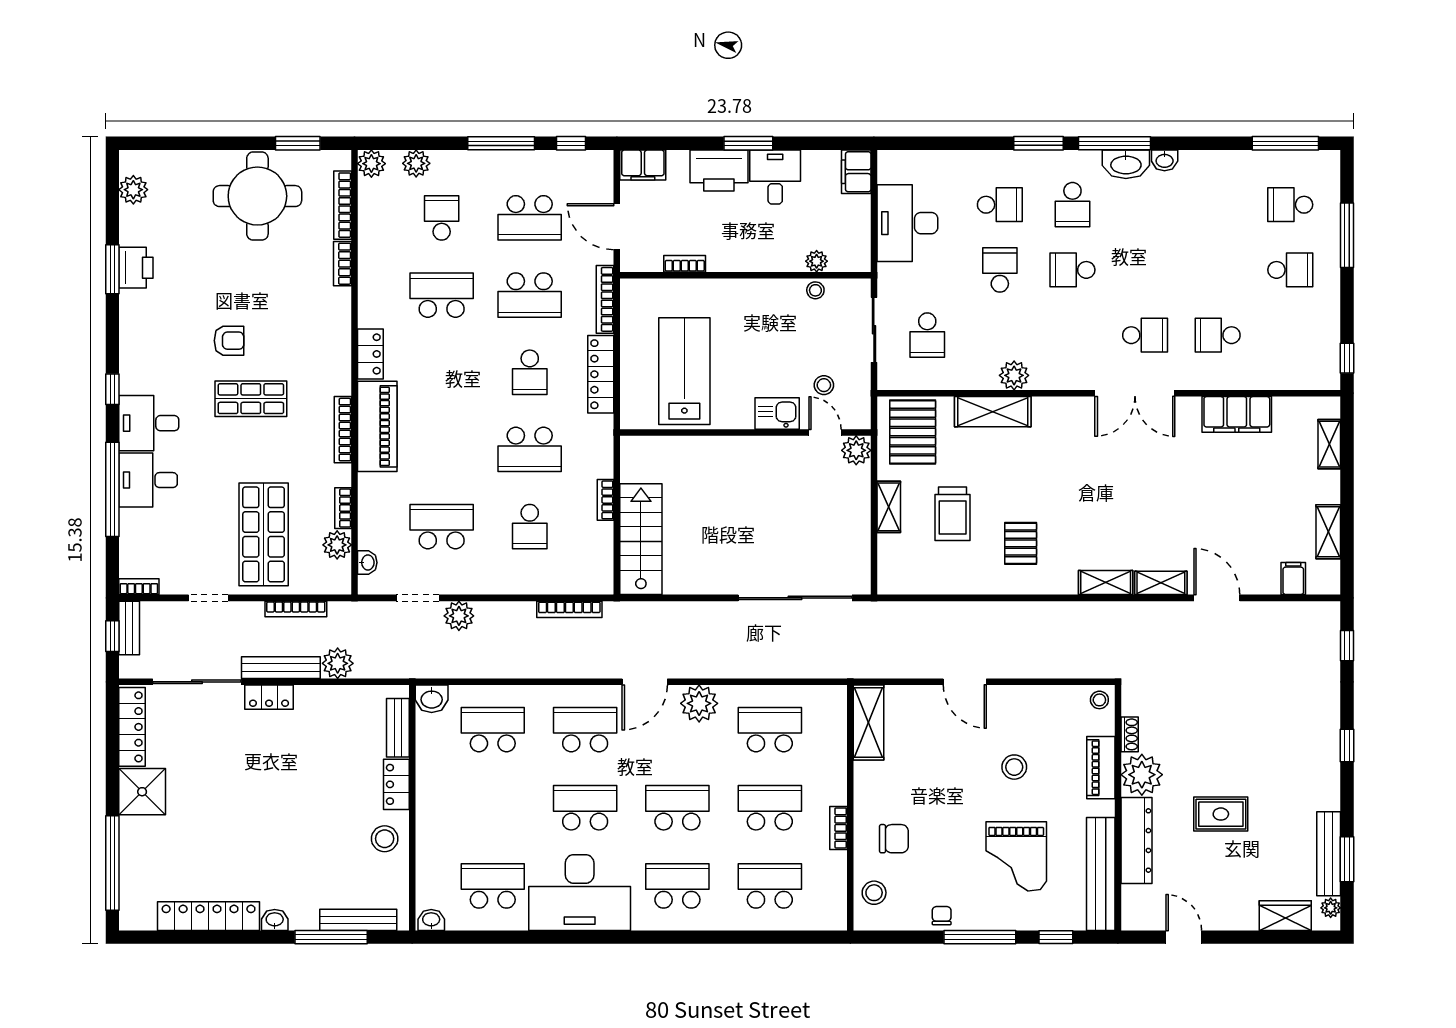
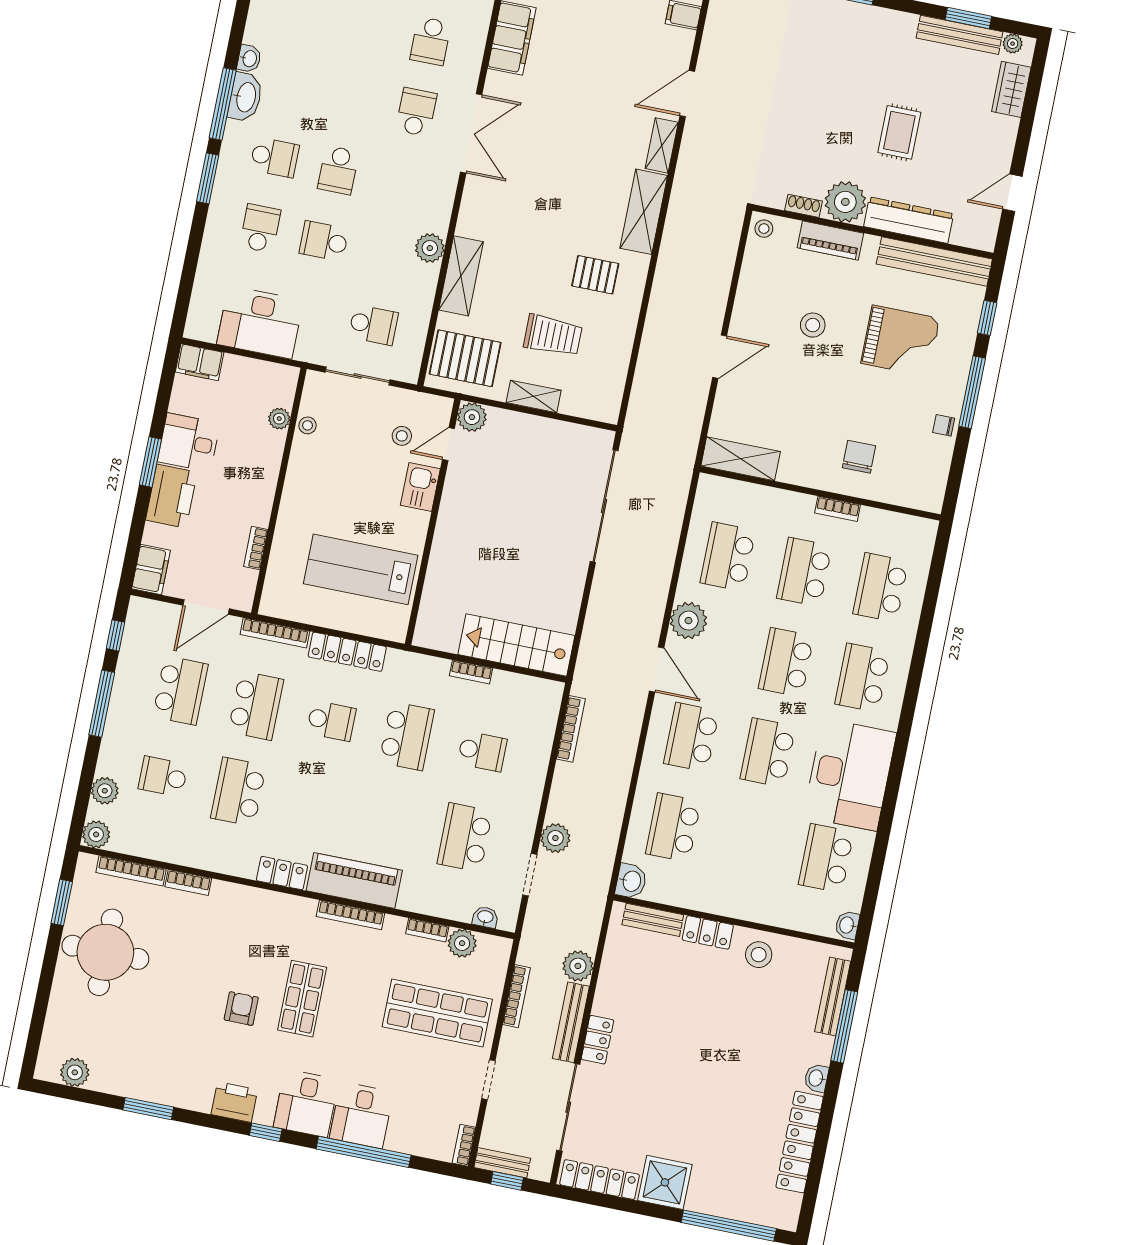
printer: (136, 268) -> (234, 1102), moved
shelving: (1106, 583) -> (644, 212), width x1.50, depth x1.33
stool: (874, 893) -> (908, 487), removed

